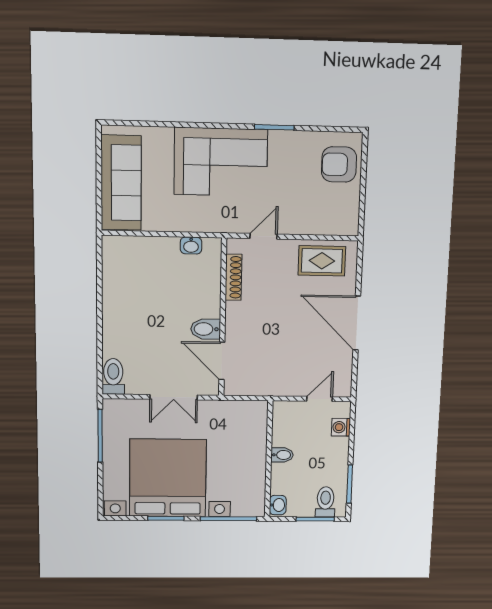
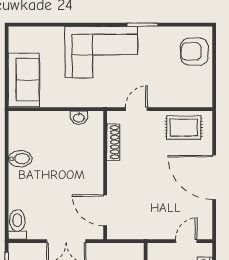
sofa: (121, 183) -> (24, 80), width x0.73
bidet: (206, 329) -> (20, 159), moved, turned 180

